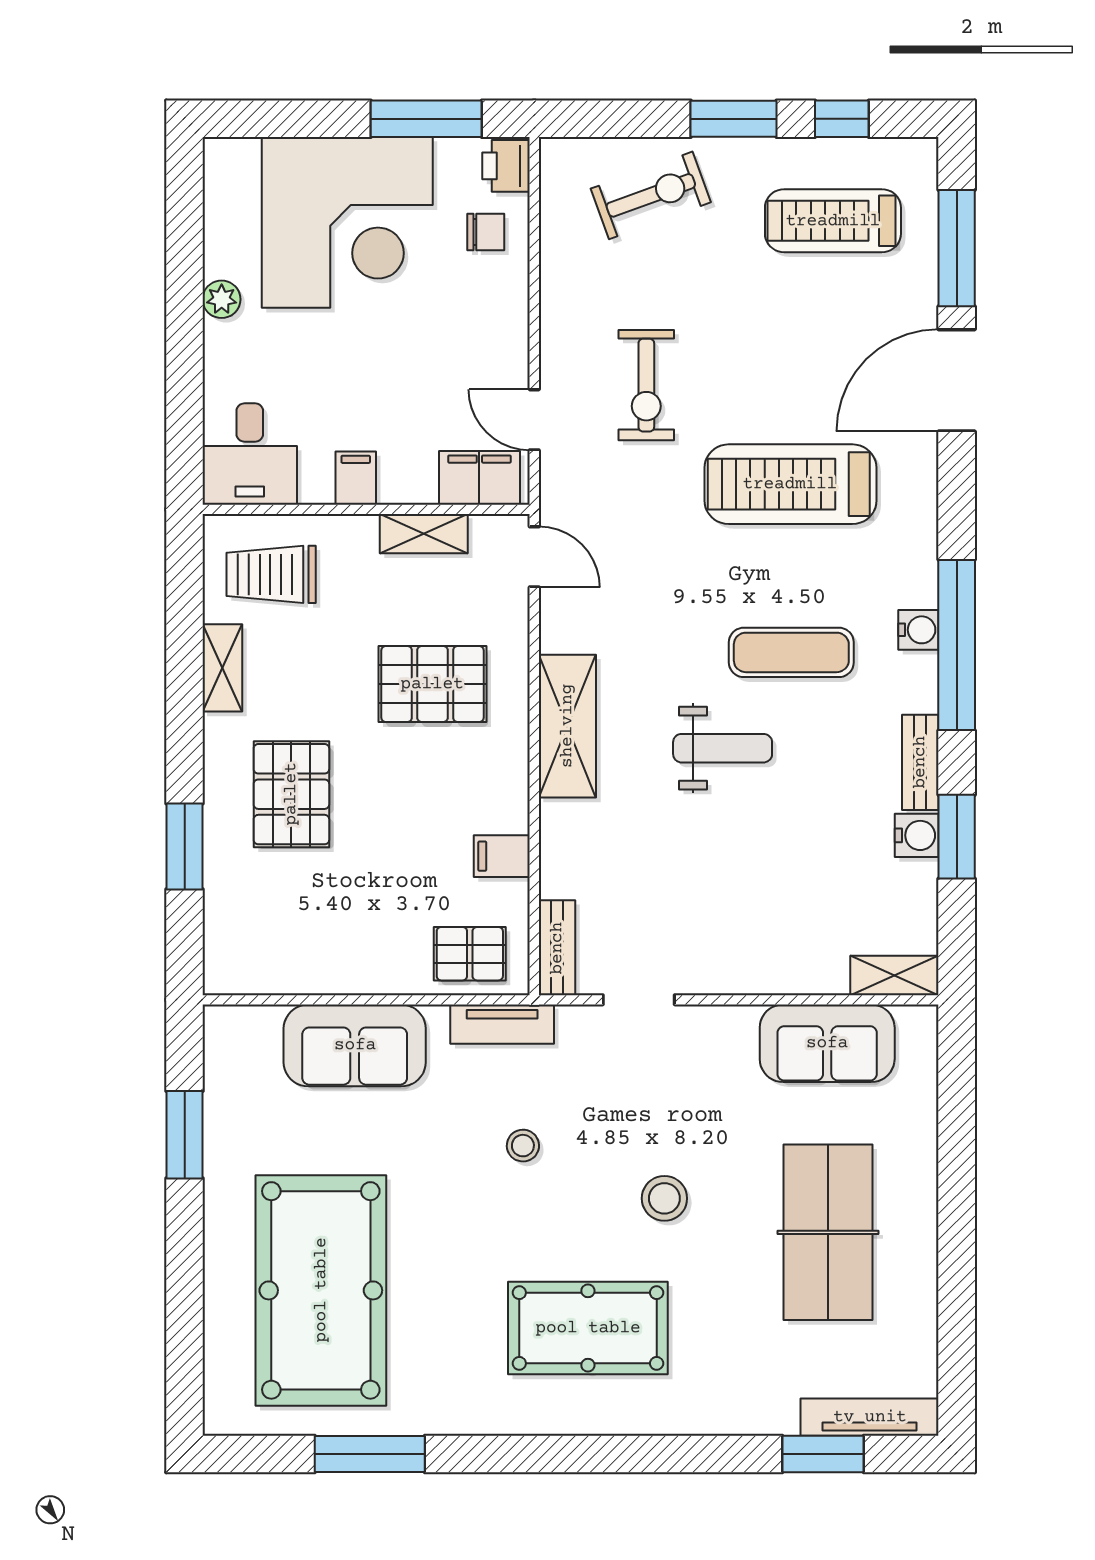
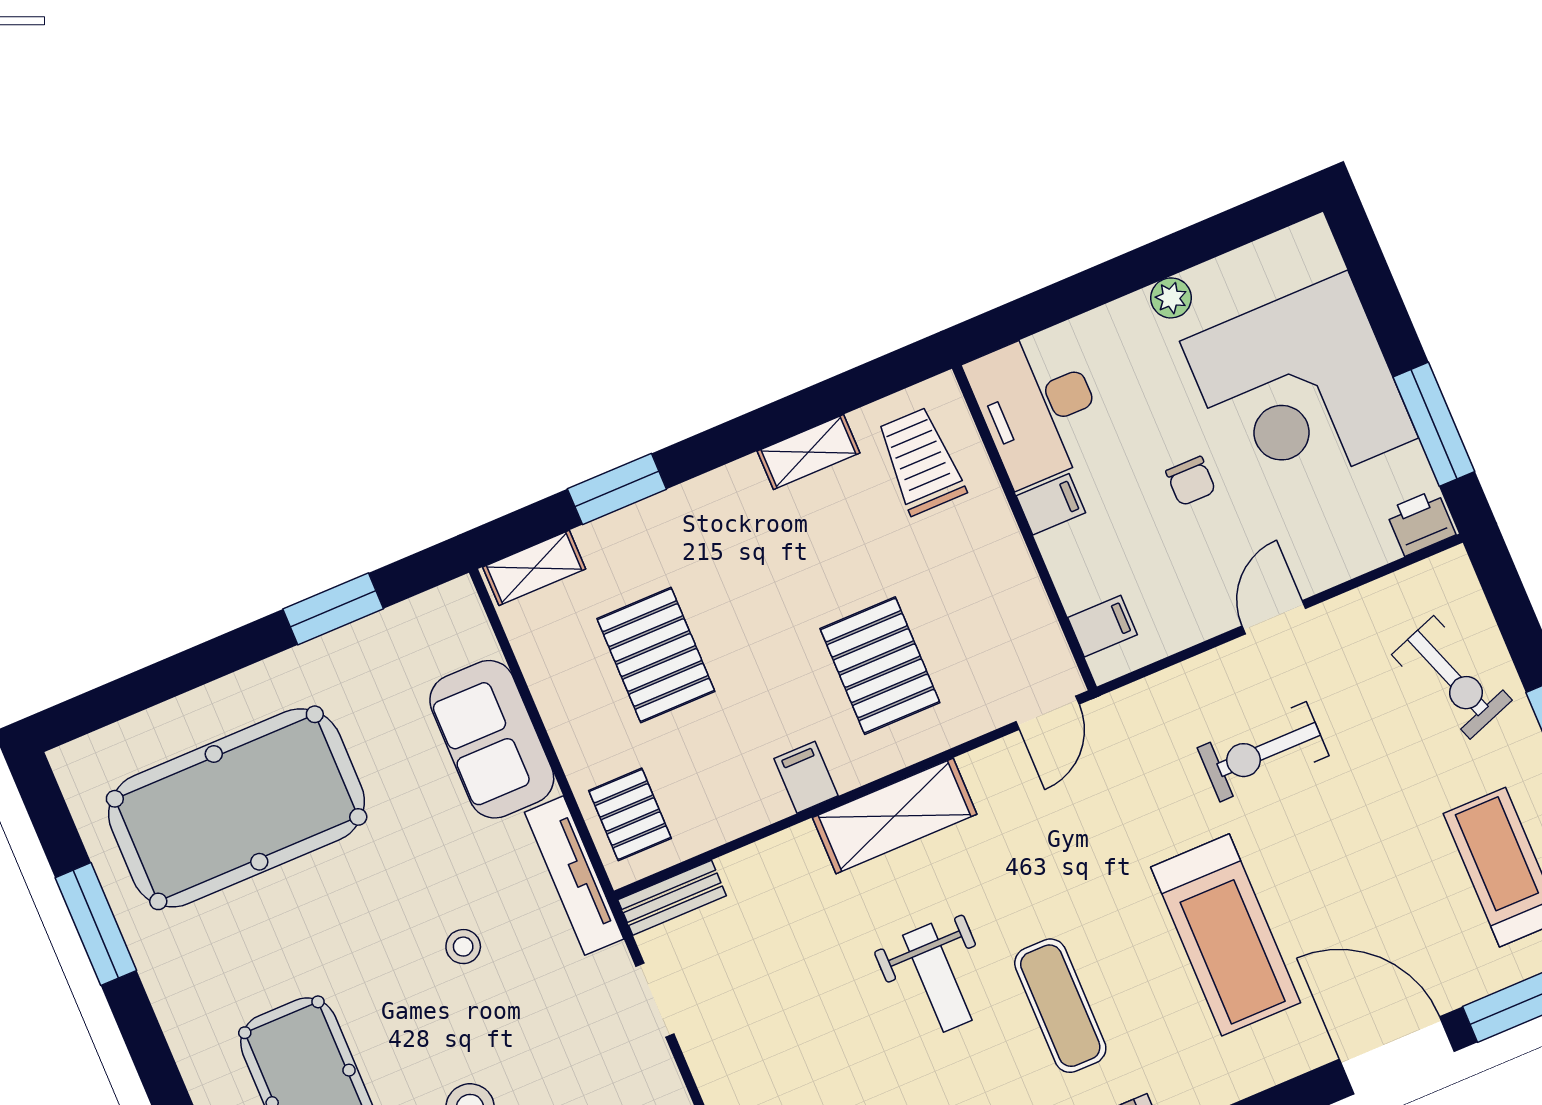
chair: (486, 232) -> (1191, 481), moved
door: (534, 420) -> (1274, 617), moved
desk: (250, 454) -> (1038, 407), width x1.37
filing cabinet: (479, 478) -> (1102, 626), width x0.50
treadmill: (790, 484) -> (1226, 935), turned 180
shelving: (424, 534) -> (534, 568), moved, turned 90
pallet: (291, 794) -> (656, 655), moved, turned 90
filing cabinet: (502, 856) -> (806, 777), moved
tv unit: (502, 1024) -> (574, 876), width x1.41

